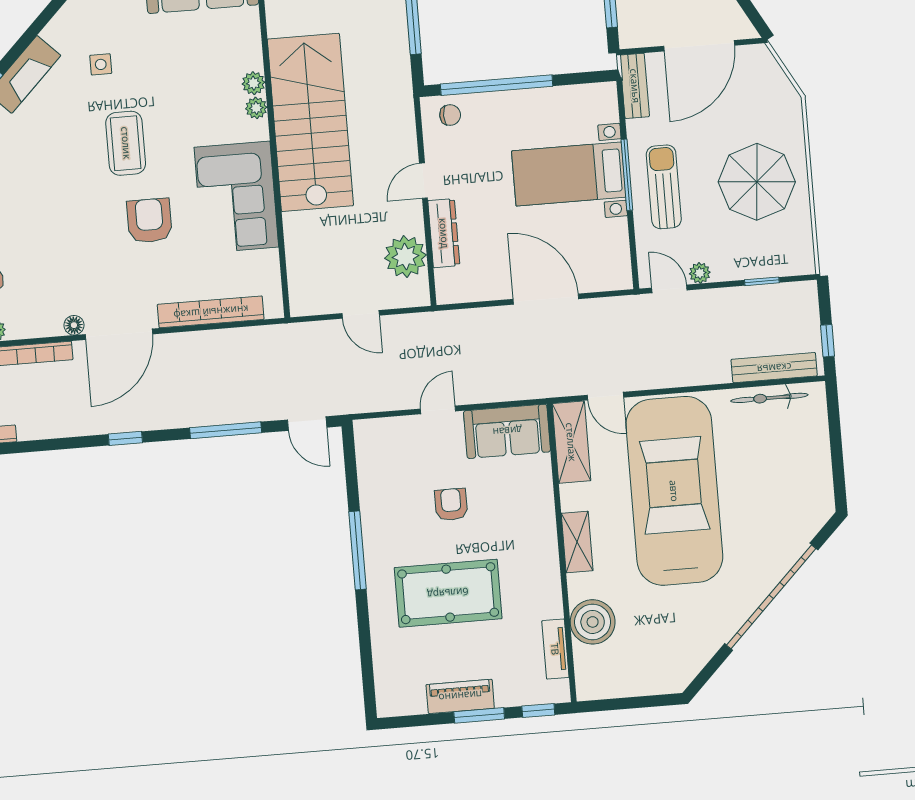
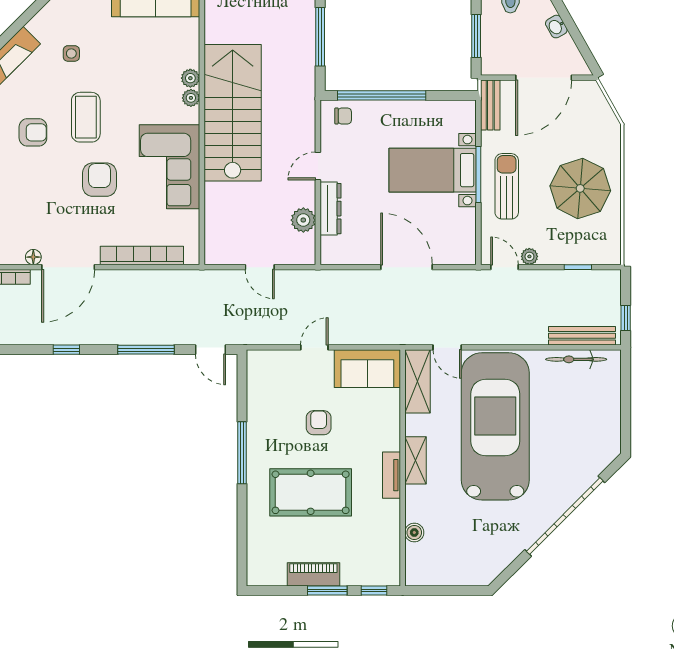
armchair: (61, 168) -> (33, 132), added
plant: (405, 257) -> (303, 220), width x0.73, depth x0.73
boiler: (593, 622) -> (414, 532), width x0.54, depth x0.54
tv unit: (555, 649) -> (391, 475), moved

